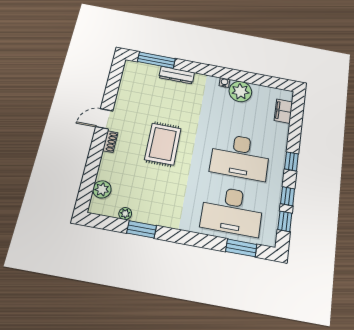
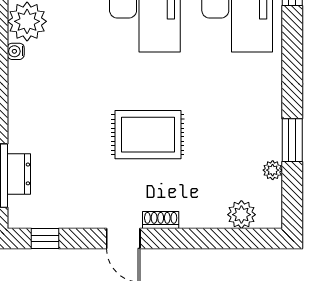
dresser: (177, 75) -> (19, 174), moved, width x0.70
window: (115, 77) -> (45, 239), added

